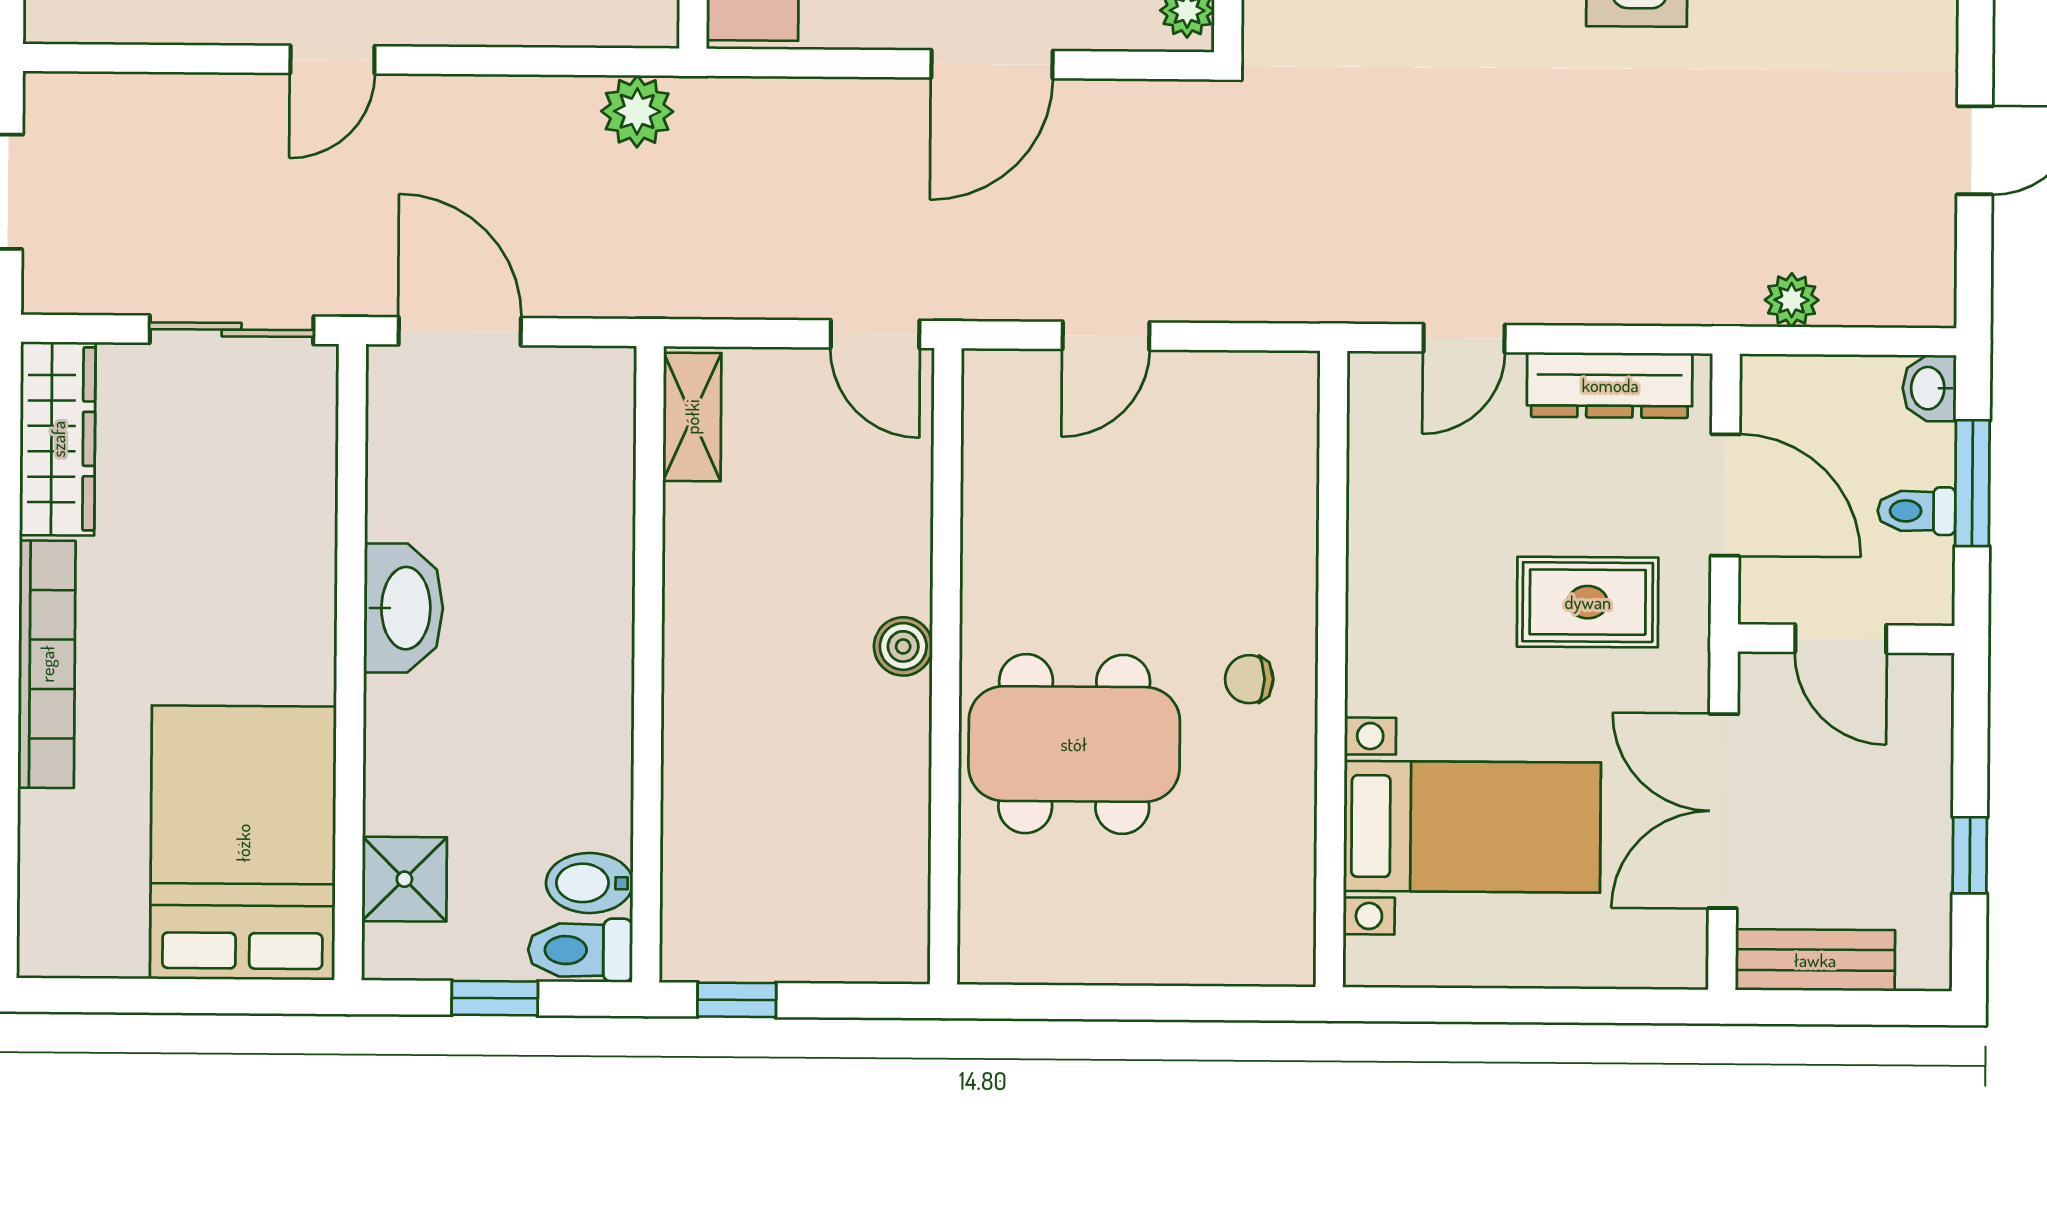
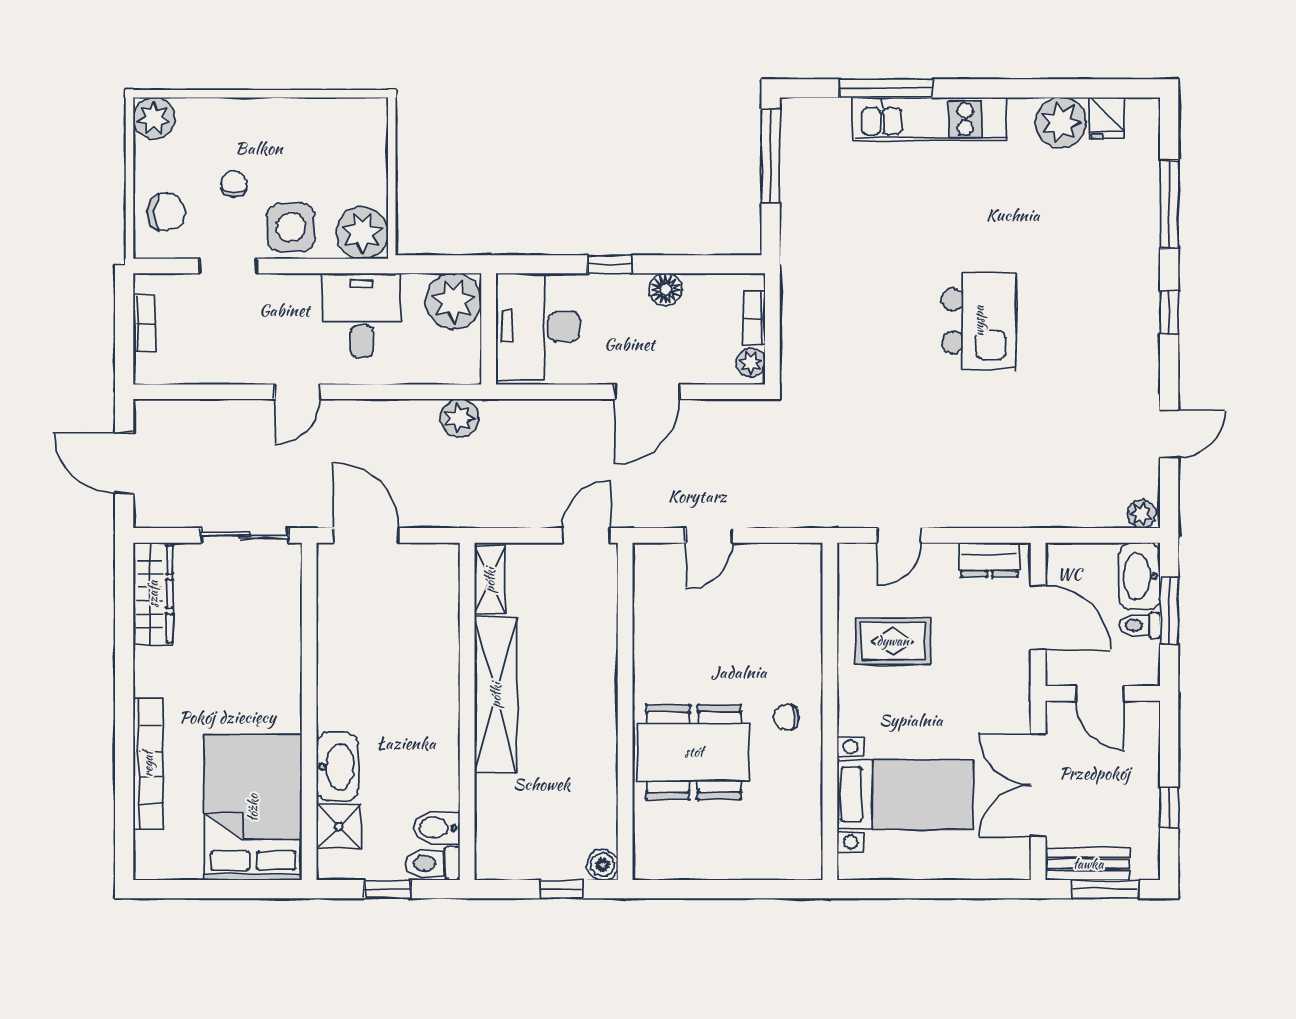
plant: (1792, 300) -> (1141, 514), moved
door: (875, 334) -> (586, 535), swing flipped
dresser: (1610, 385) -> (990, 560), width x0.70
washbasin: (1929, 388) -> (1140, 576), width x1.91, depth x1.45
rug: (1588, 602) -> (893, 641), moved
washbasin: (404, 608) -> (337, 767), moved
shelving: (702, 633) -> (496, 695), added
boiler: (903, 646) -> (602, 865), moved
bookcase: (47, 664) -> (148, 764), moved
window: (737, 1000) -> (561, 889), moved
window: (1849, 1008) -> (1105, 889), added

